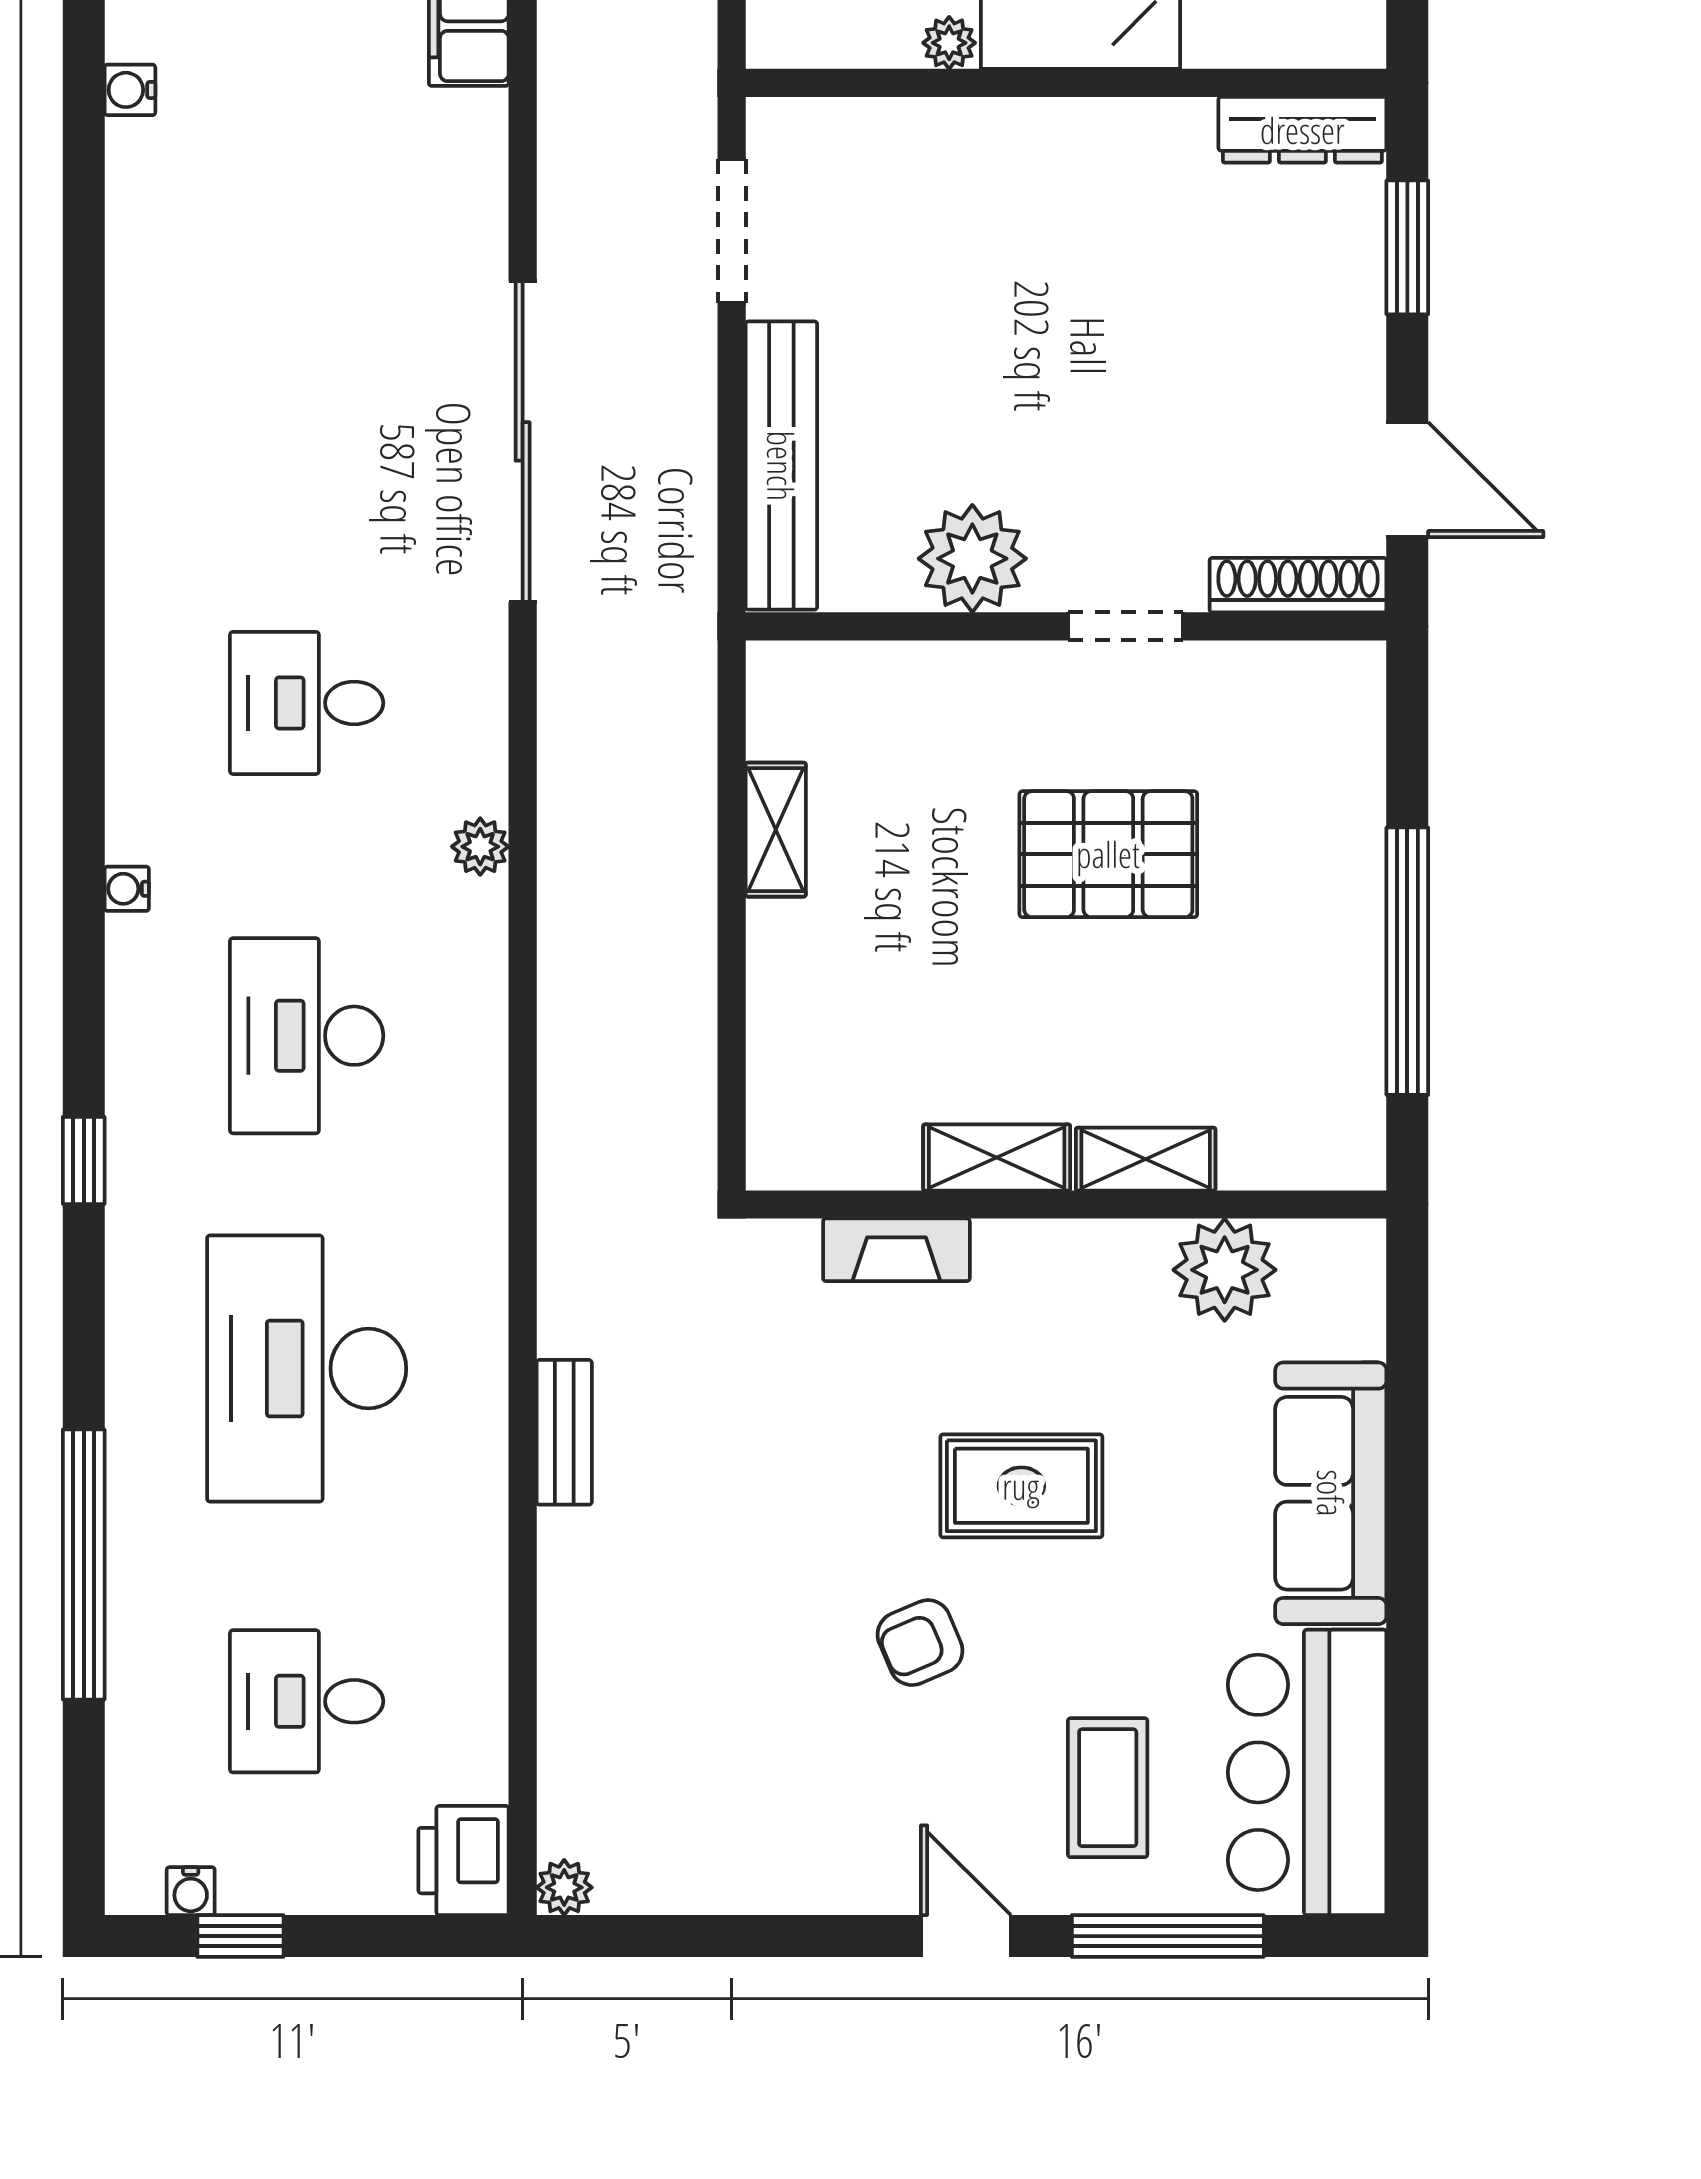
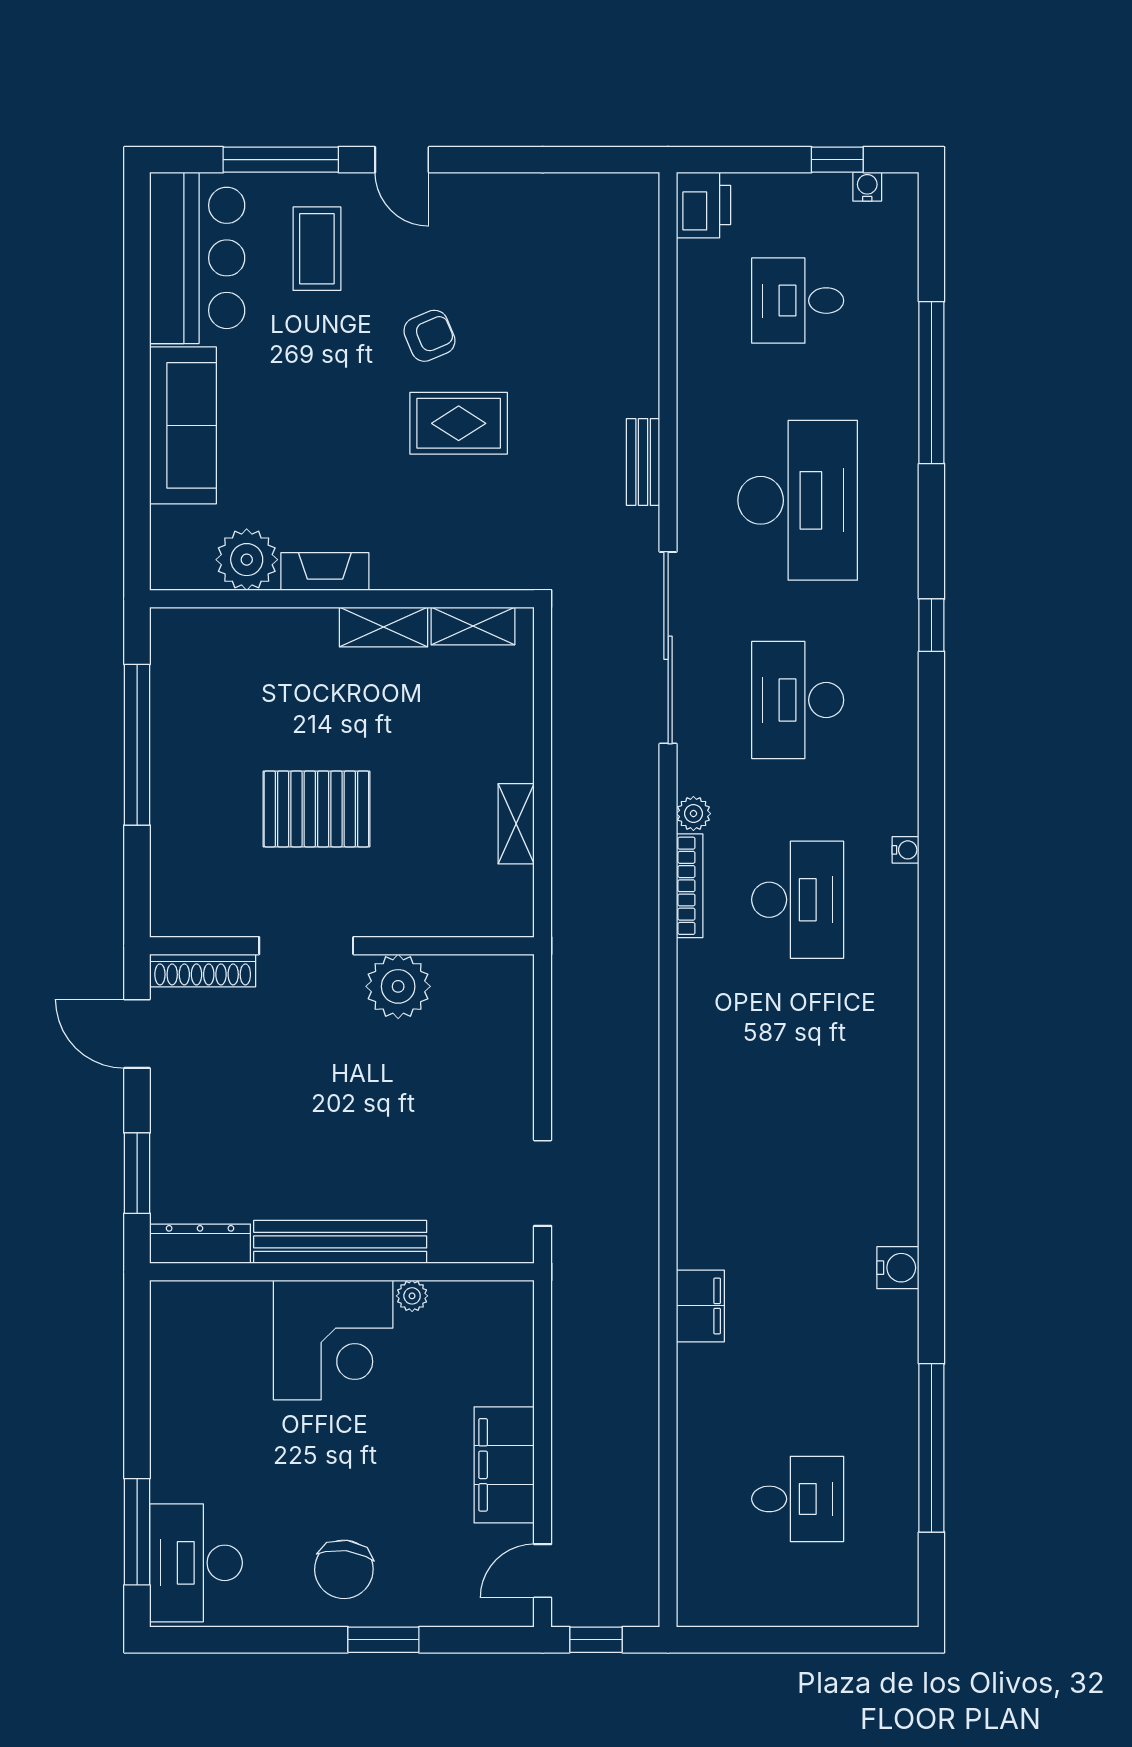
water cooler: (130, 90) -> (898, 1268), width x1.38, depth x1.38
sliding door: (523, 441) -> (668, 648), moved
bench: (781, 466) -> (340, 1242), moved, turned 90
doorway: (1126, 626) -> (306, 946), width x1.38
desk: (307, 703) -> (798, 900), width x1.37
bookcase: (487, 726) -> (690, 886), added
water cooler: (127, 889) -> (906, 850), moved
desk: (307, 1036) -> (798, 700), turned 180
shelving: (1146, 1159) -> (473, 626), moved
fireplace: (896, 1250) -> (325, 572), moved
rug: (1021, 1486) -> (459, 423), moved
desk: (307, 1701) -> (798, 301), turned 180
plant: (564, 1887) -> (643, 189), removed

